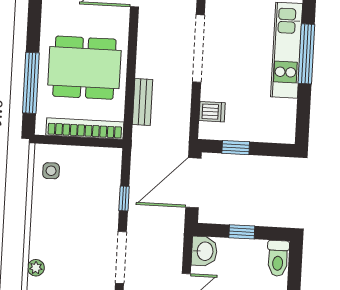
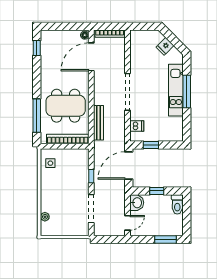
bench: (143, 102) -> (99, 123), width x1.36

